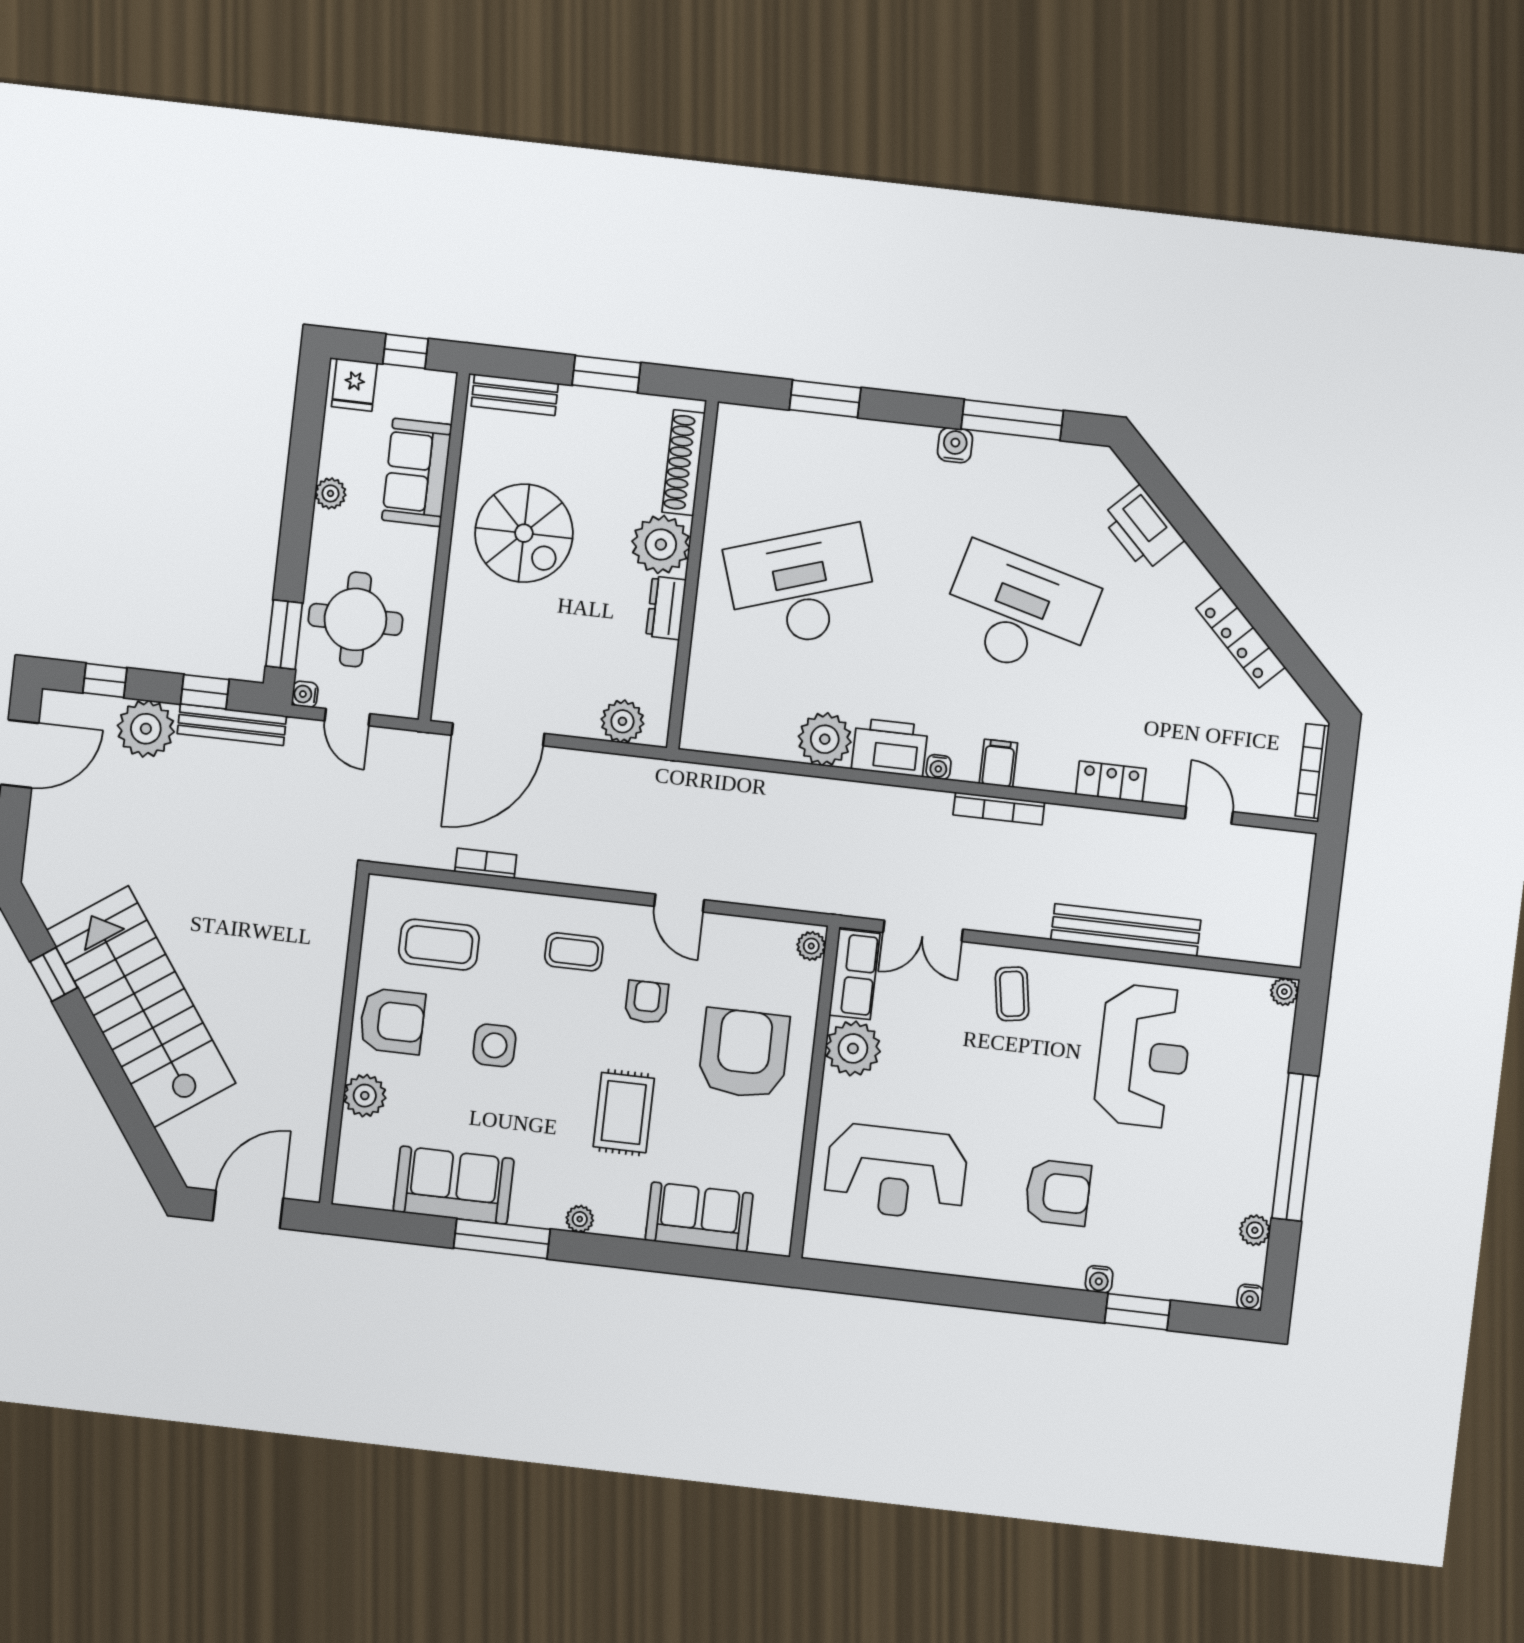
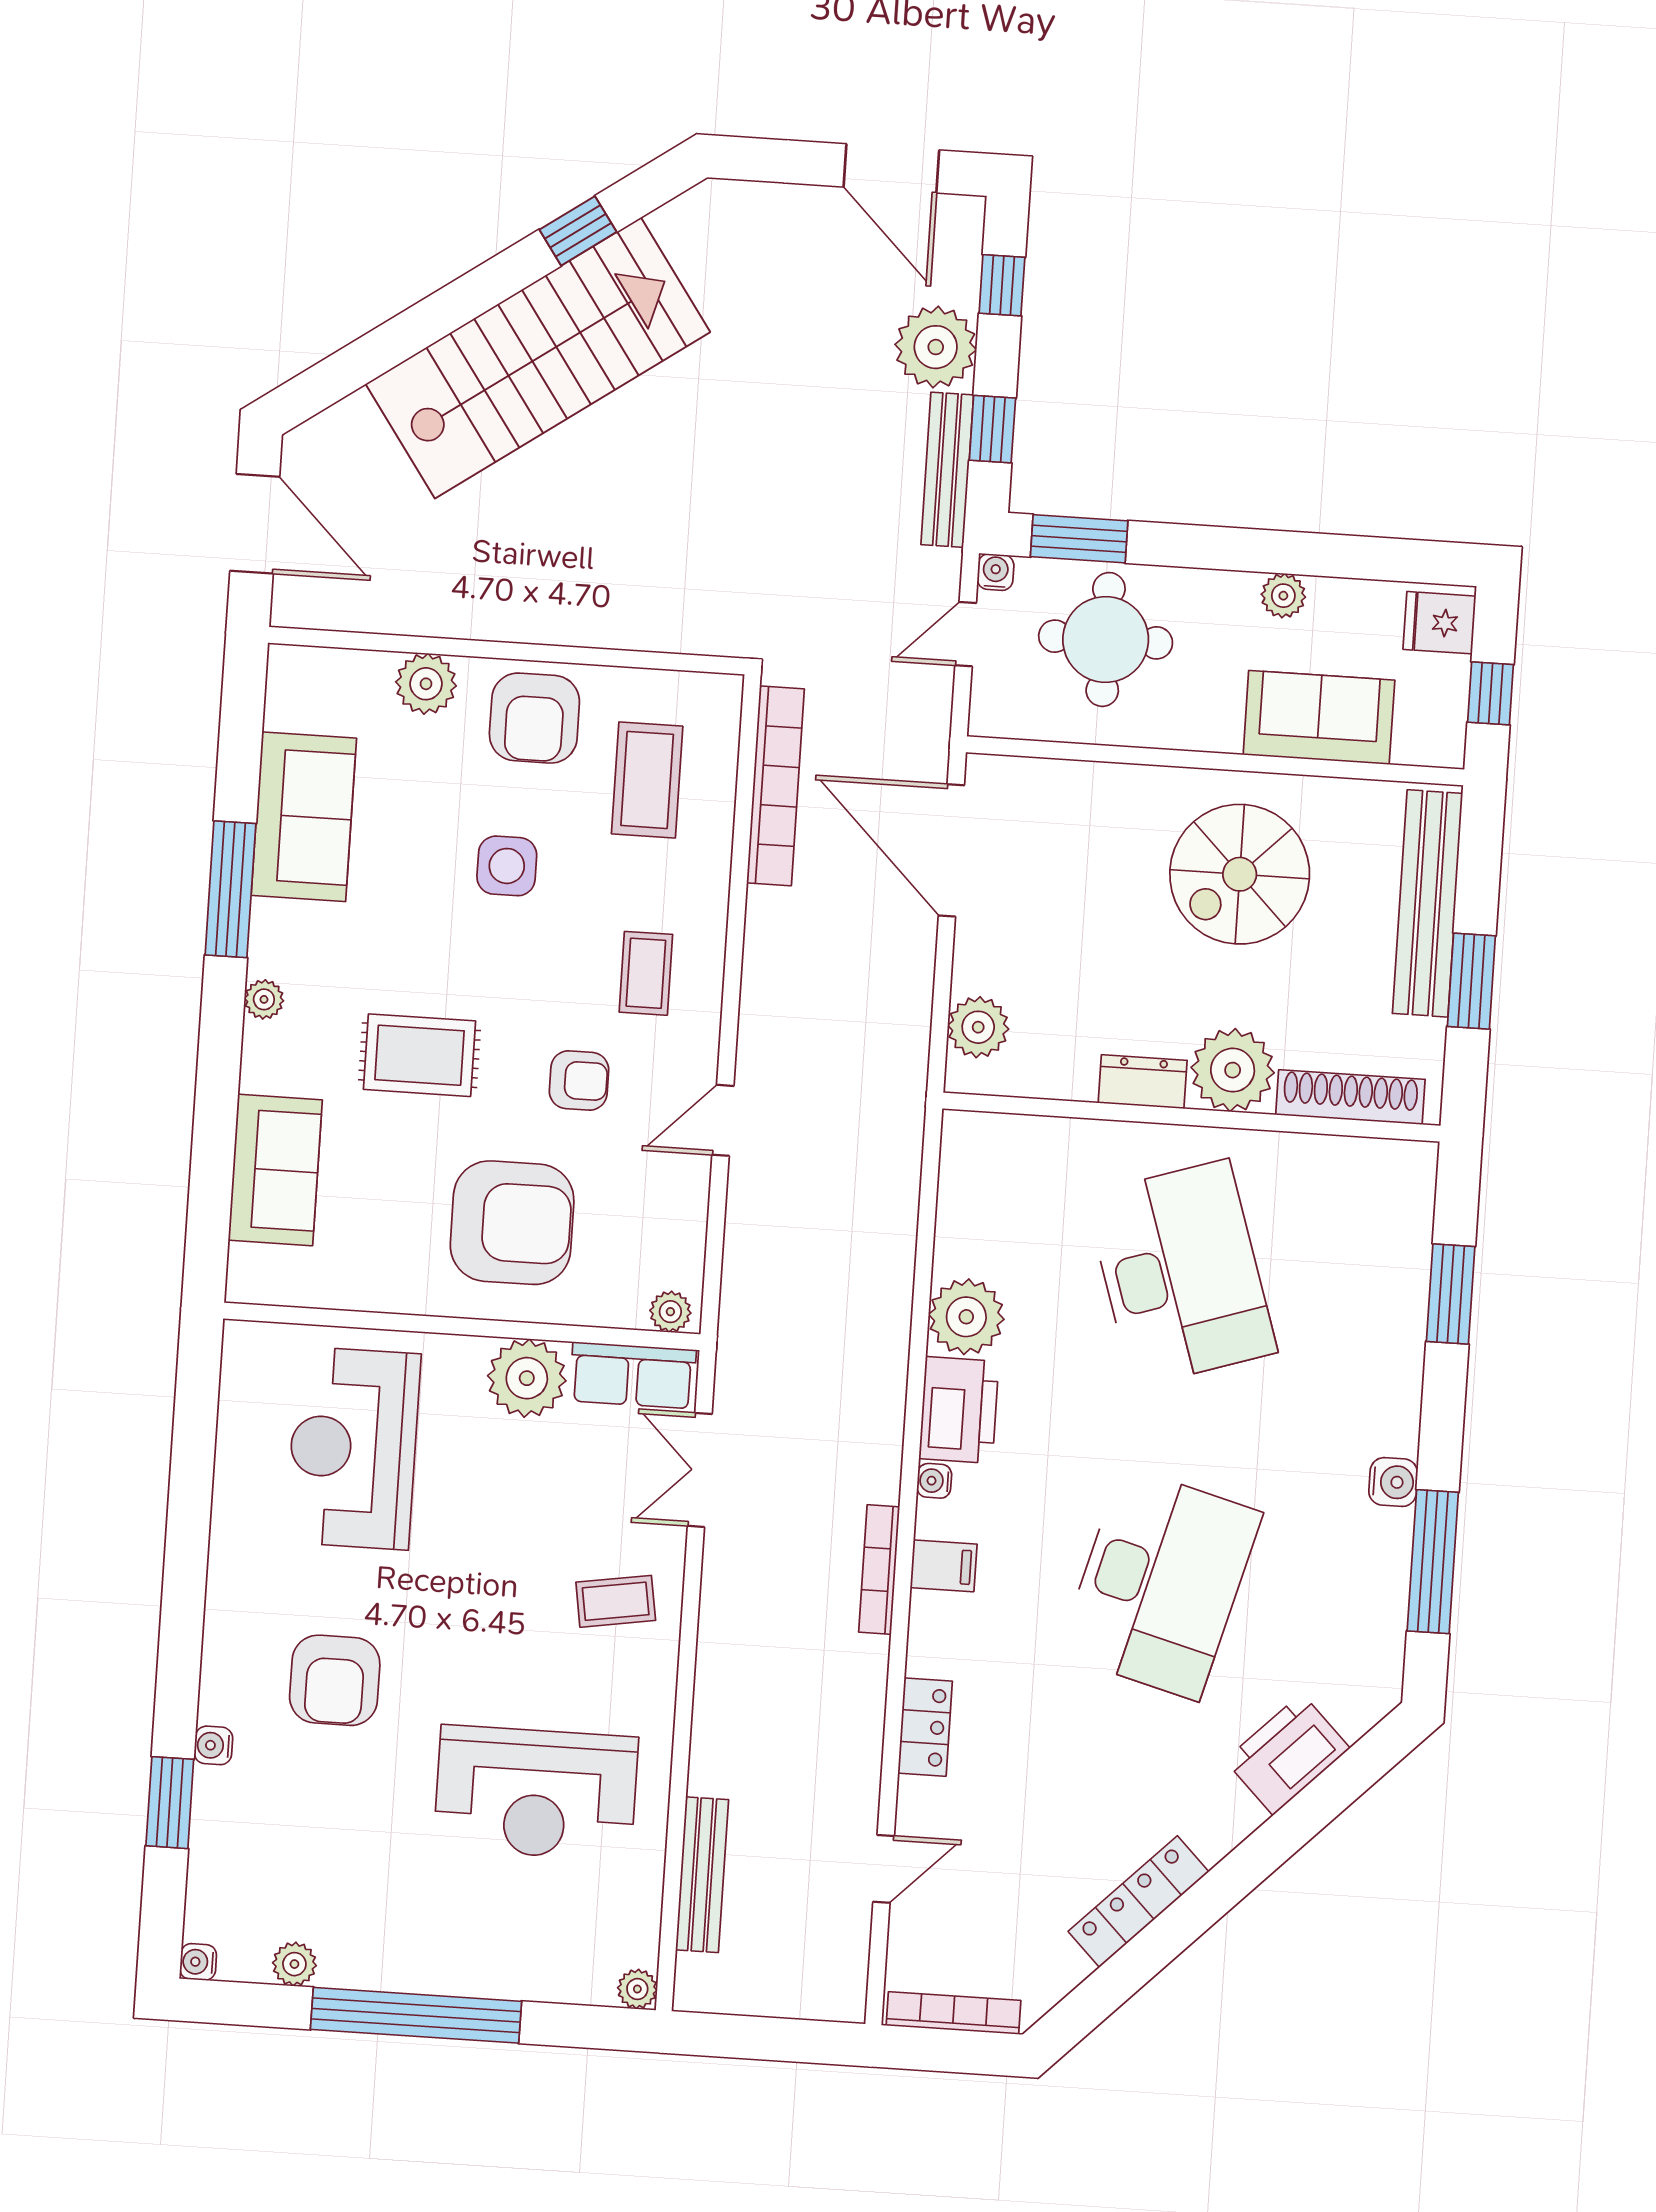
bench: (515, 395) -> (1428, 903), width x1.86, depth x1.21
bookcase: (486, 863) -> (775, 786), width x2.31, depth x1.31
bench: (1126, 930) -> (702, 1875), moved, width x0.73, depth x0.82

